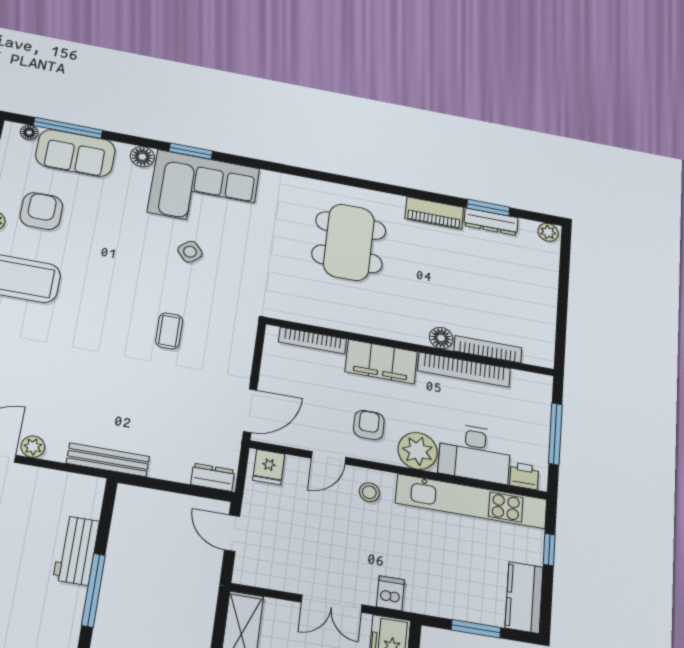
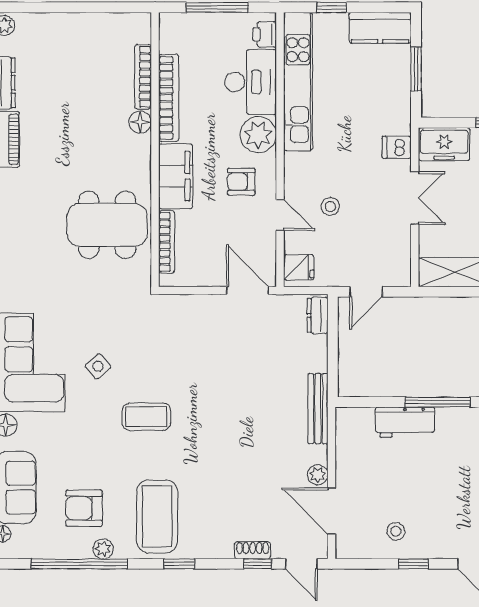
dining table: (349, 242) -> (107, 225), moved
coffee table: (169, 331) -> (146, 417), moved, width x1.36, depth x1.30
stool: (369, 492) -> (330, 207), moved

